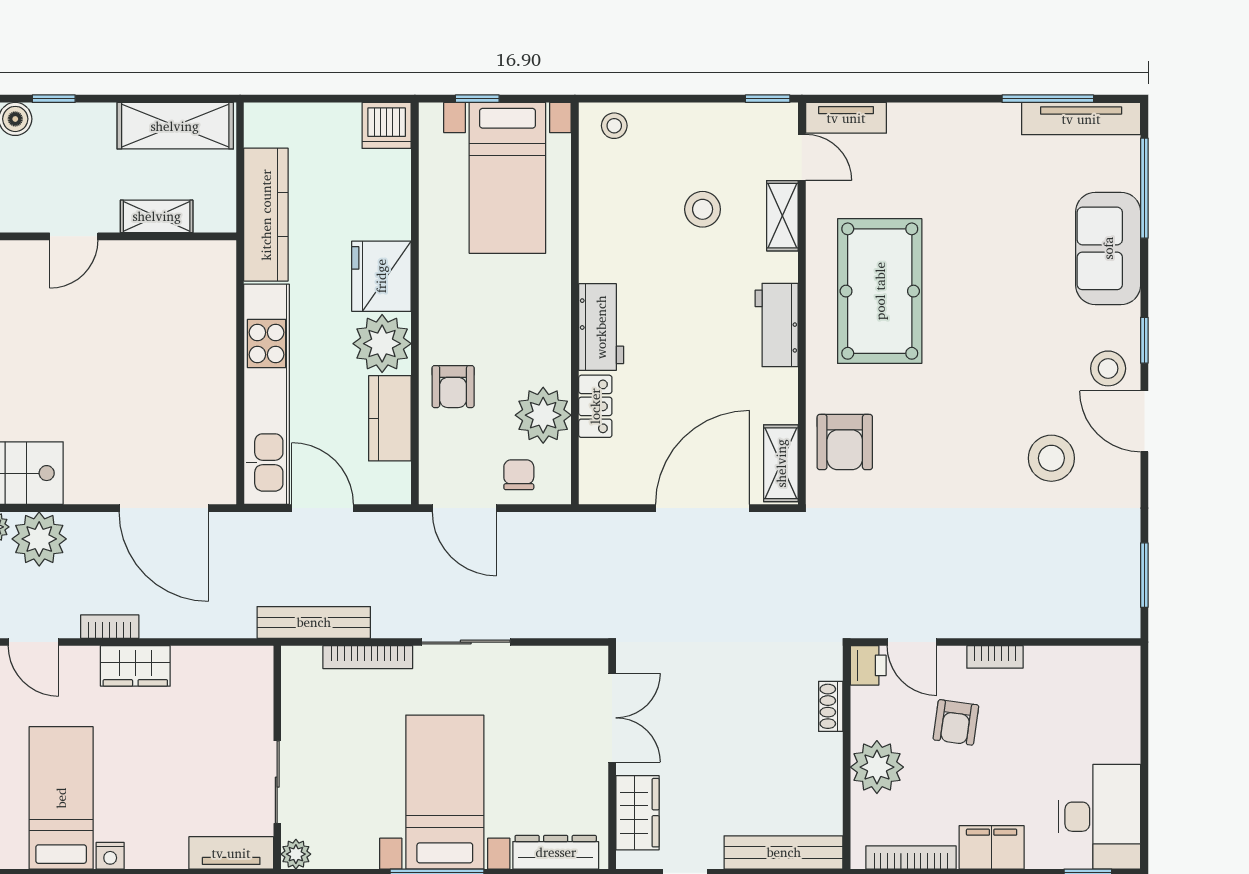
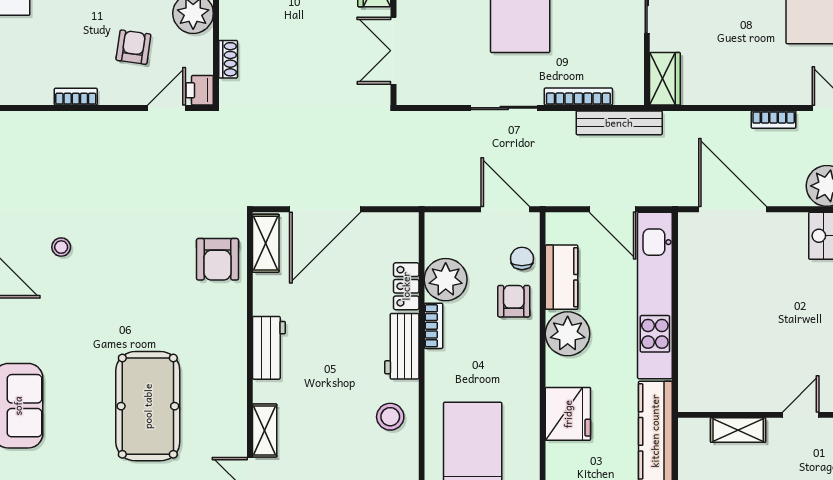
stool: (703, 209) -> (390, 417), moved
fridge: (381, 276) -> (568, 414), moved
pool table: (880, 291) -> (148, 406), moved
bookcase: (559, 354) -> (433, 326), added
stool: (1108, 368) -> (18, 315), removed
armchair: (845, 442) -> (217, 259), turned 180
stool: (1051, 458) -> (61, 247), width x0.53, depth x0.53
chair: (519, 475) -> (522, 258), moved, turned 180
door: (912, 642) -> (167, 108), hinge flipped
bookcase: (995, 657) -> (76, 97), moved
wardrobe: (135, 666) -> (665, 79), moved, turned 90

